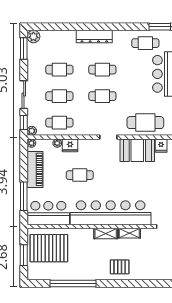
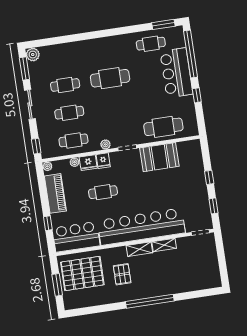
dresser: (94, 37) -> (96, 45), removed
cafe table: (102, 70) -> (110, 78), width x1.37, depth x1.35
sliding door: (24, 95) -> (30, 104), moved
cafe table: (102, 96) -> (114, 106), removed
plant: (32, 131) -> (105, 144), moved
fridge: (161, 146) -> (103, 161), moved
window: (24, 196) -> (48, 223), width x0.46
pallet: (120, 267) -> (122, 274), moved, turned 90
window: (73, 284) -> (150, 301), moved

